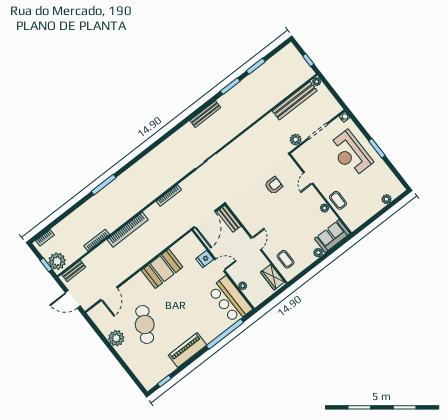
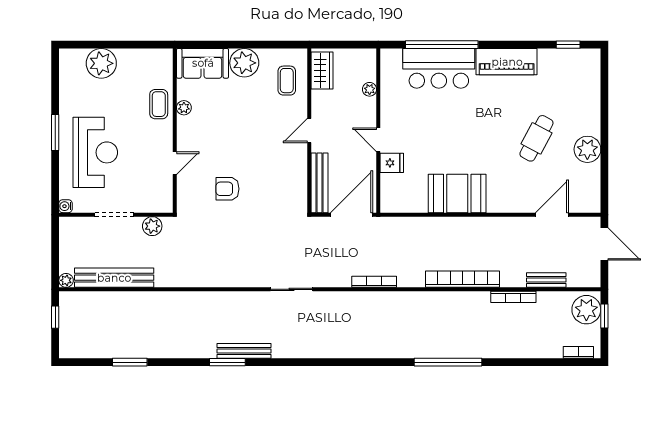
window: (230, 86) -> (227, 362), moved
window: (104, 185) -> (448, 362), width x1.46
plant: (386, 199) -> (101, 63), width x1.88, depth x1.88
bench: (229, 219) -> (320, 183), width x1.36
plant: (318, 253) -> (244, 63), width x1.88, depth x1.88
bench: (74, 271) -> (546, 280), moved
bar counter: (230, 300) -> (439, 68), moved, turned 90
cafe table: (145, 324) -> (536, 138), width x0.73, depth x0.74

